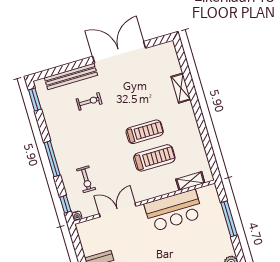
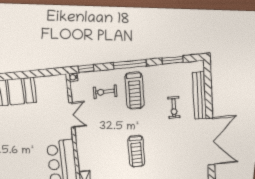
window: (35, 100) -> (173, 60), moved
treadmill: (154, 158) -> (135, 91), moved
double door: (118, 210) -> (72, 115), width x0.73

